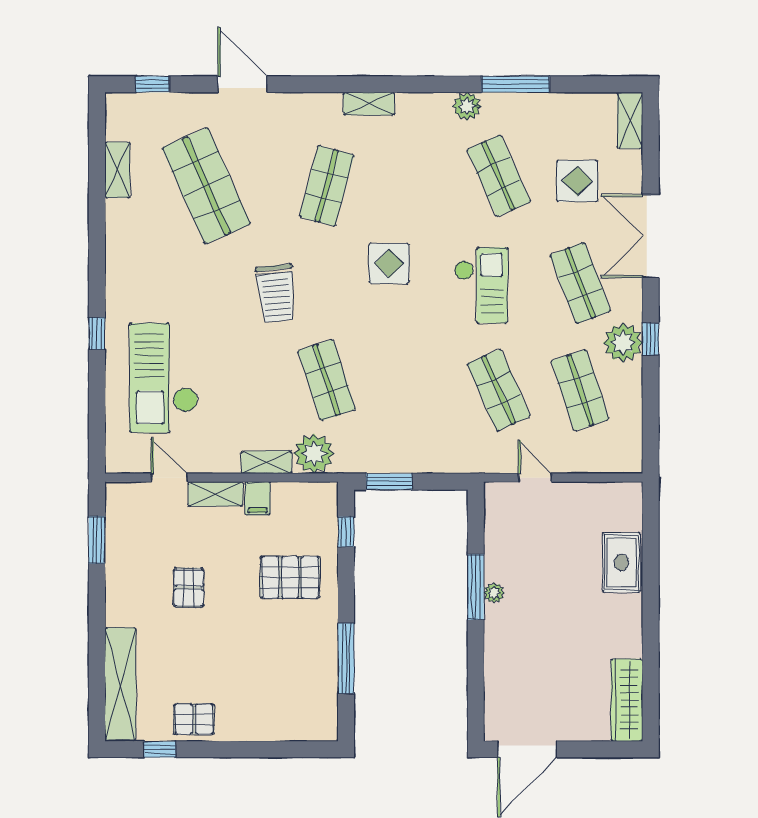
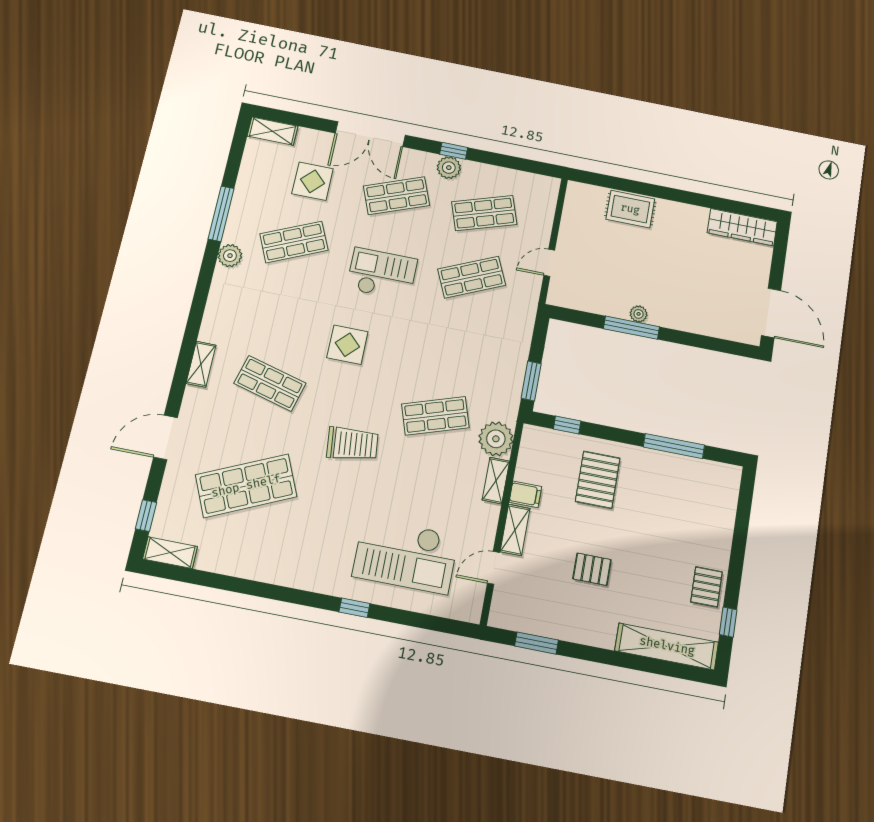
shelving: (369, 104) -> (201, 364), moved
shelving: (117, 170) -> (170, 553), moved
plant: (623, 343) -> (449, 168), width x0.73, depth x0.73

